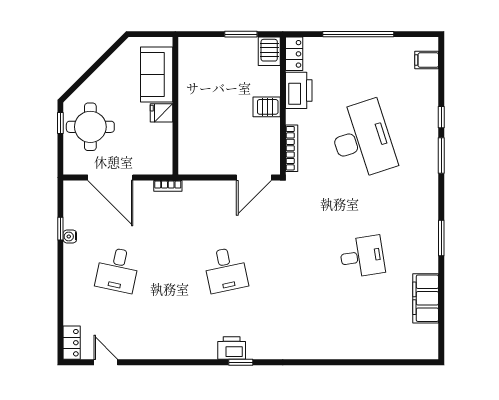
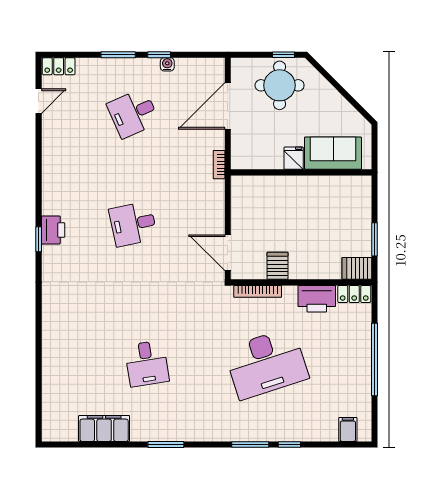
server rack: (267, 107) -> (278, 266), moved
window: (60, 229) -> (159, 55), moved
desk: (117, 270) -> (133, 113), turned -36
window: (60, 284) -> (118, 55), added

